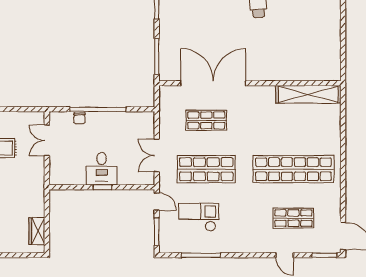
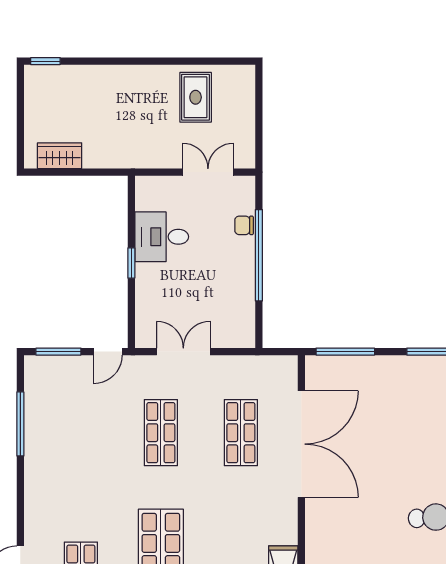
desk: (102, 169) -> (162, 237), moved
shop shelf: (206, 169) -> (161, 433), width x0.70, depth x0.74
checkout: (199, 217) -> (82, 420), removed

